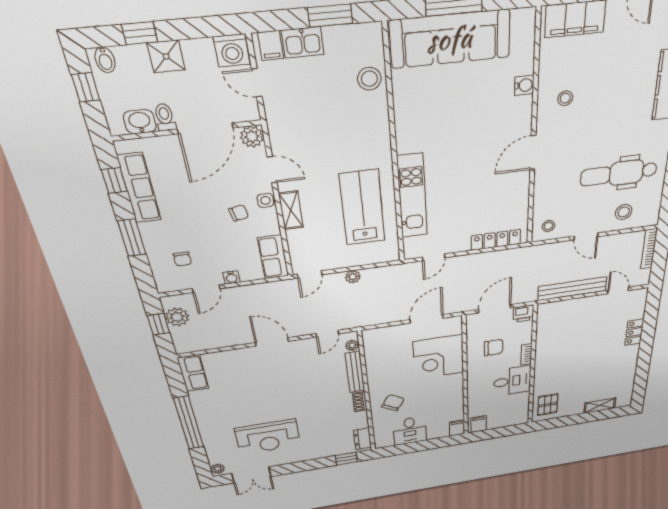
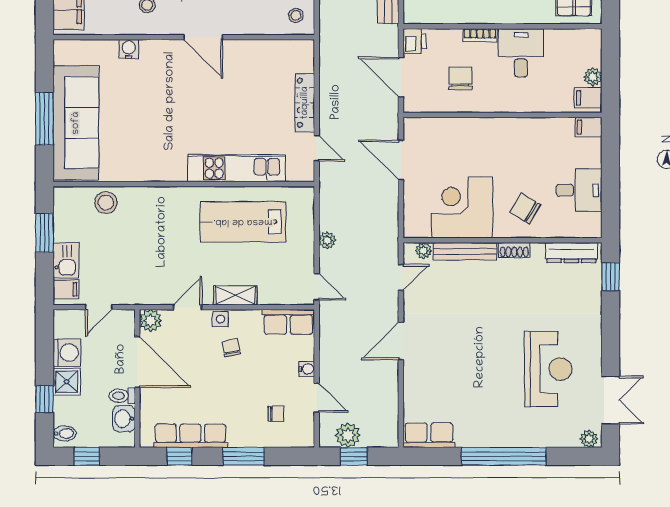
washing machine: (232, 50) -> (67, 353), moved
locker: (496, 240) -> (305, 103), moved
door: (327, 334) -> (401, 277), hinge flipped
corner desk: (439, 357) -> (462, 208), moved, turned 180
plant: (494, 424) -> (593, 77), added
dresser: (362, 439) -> (571, 253), width x1.44

